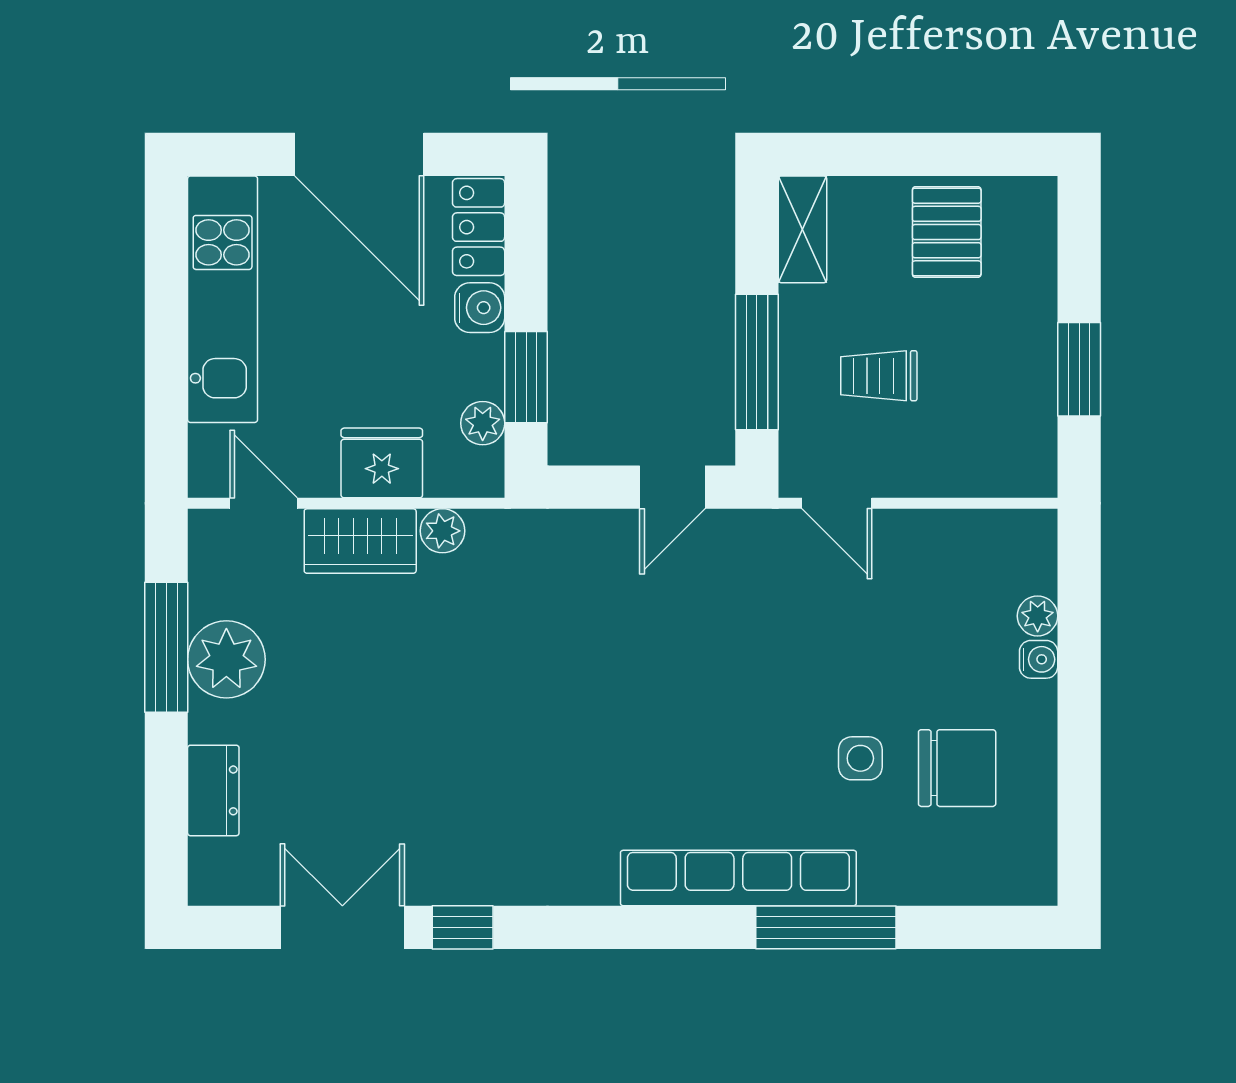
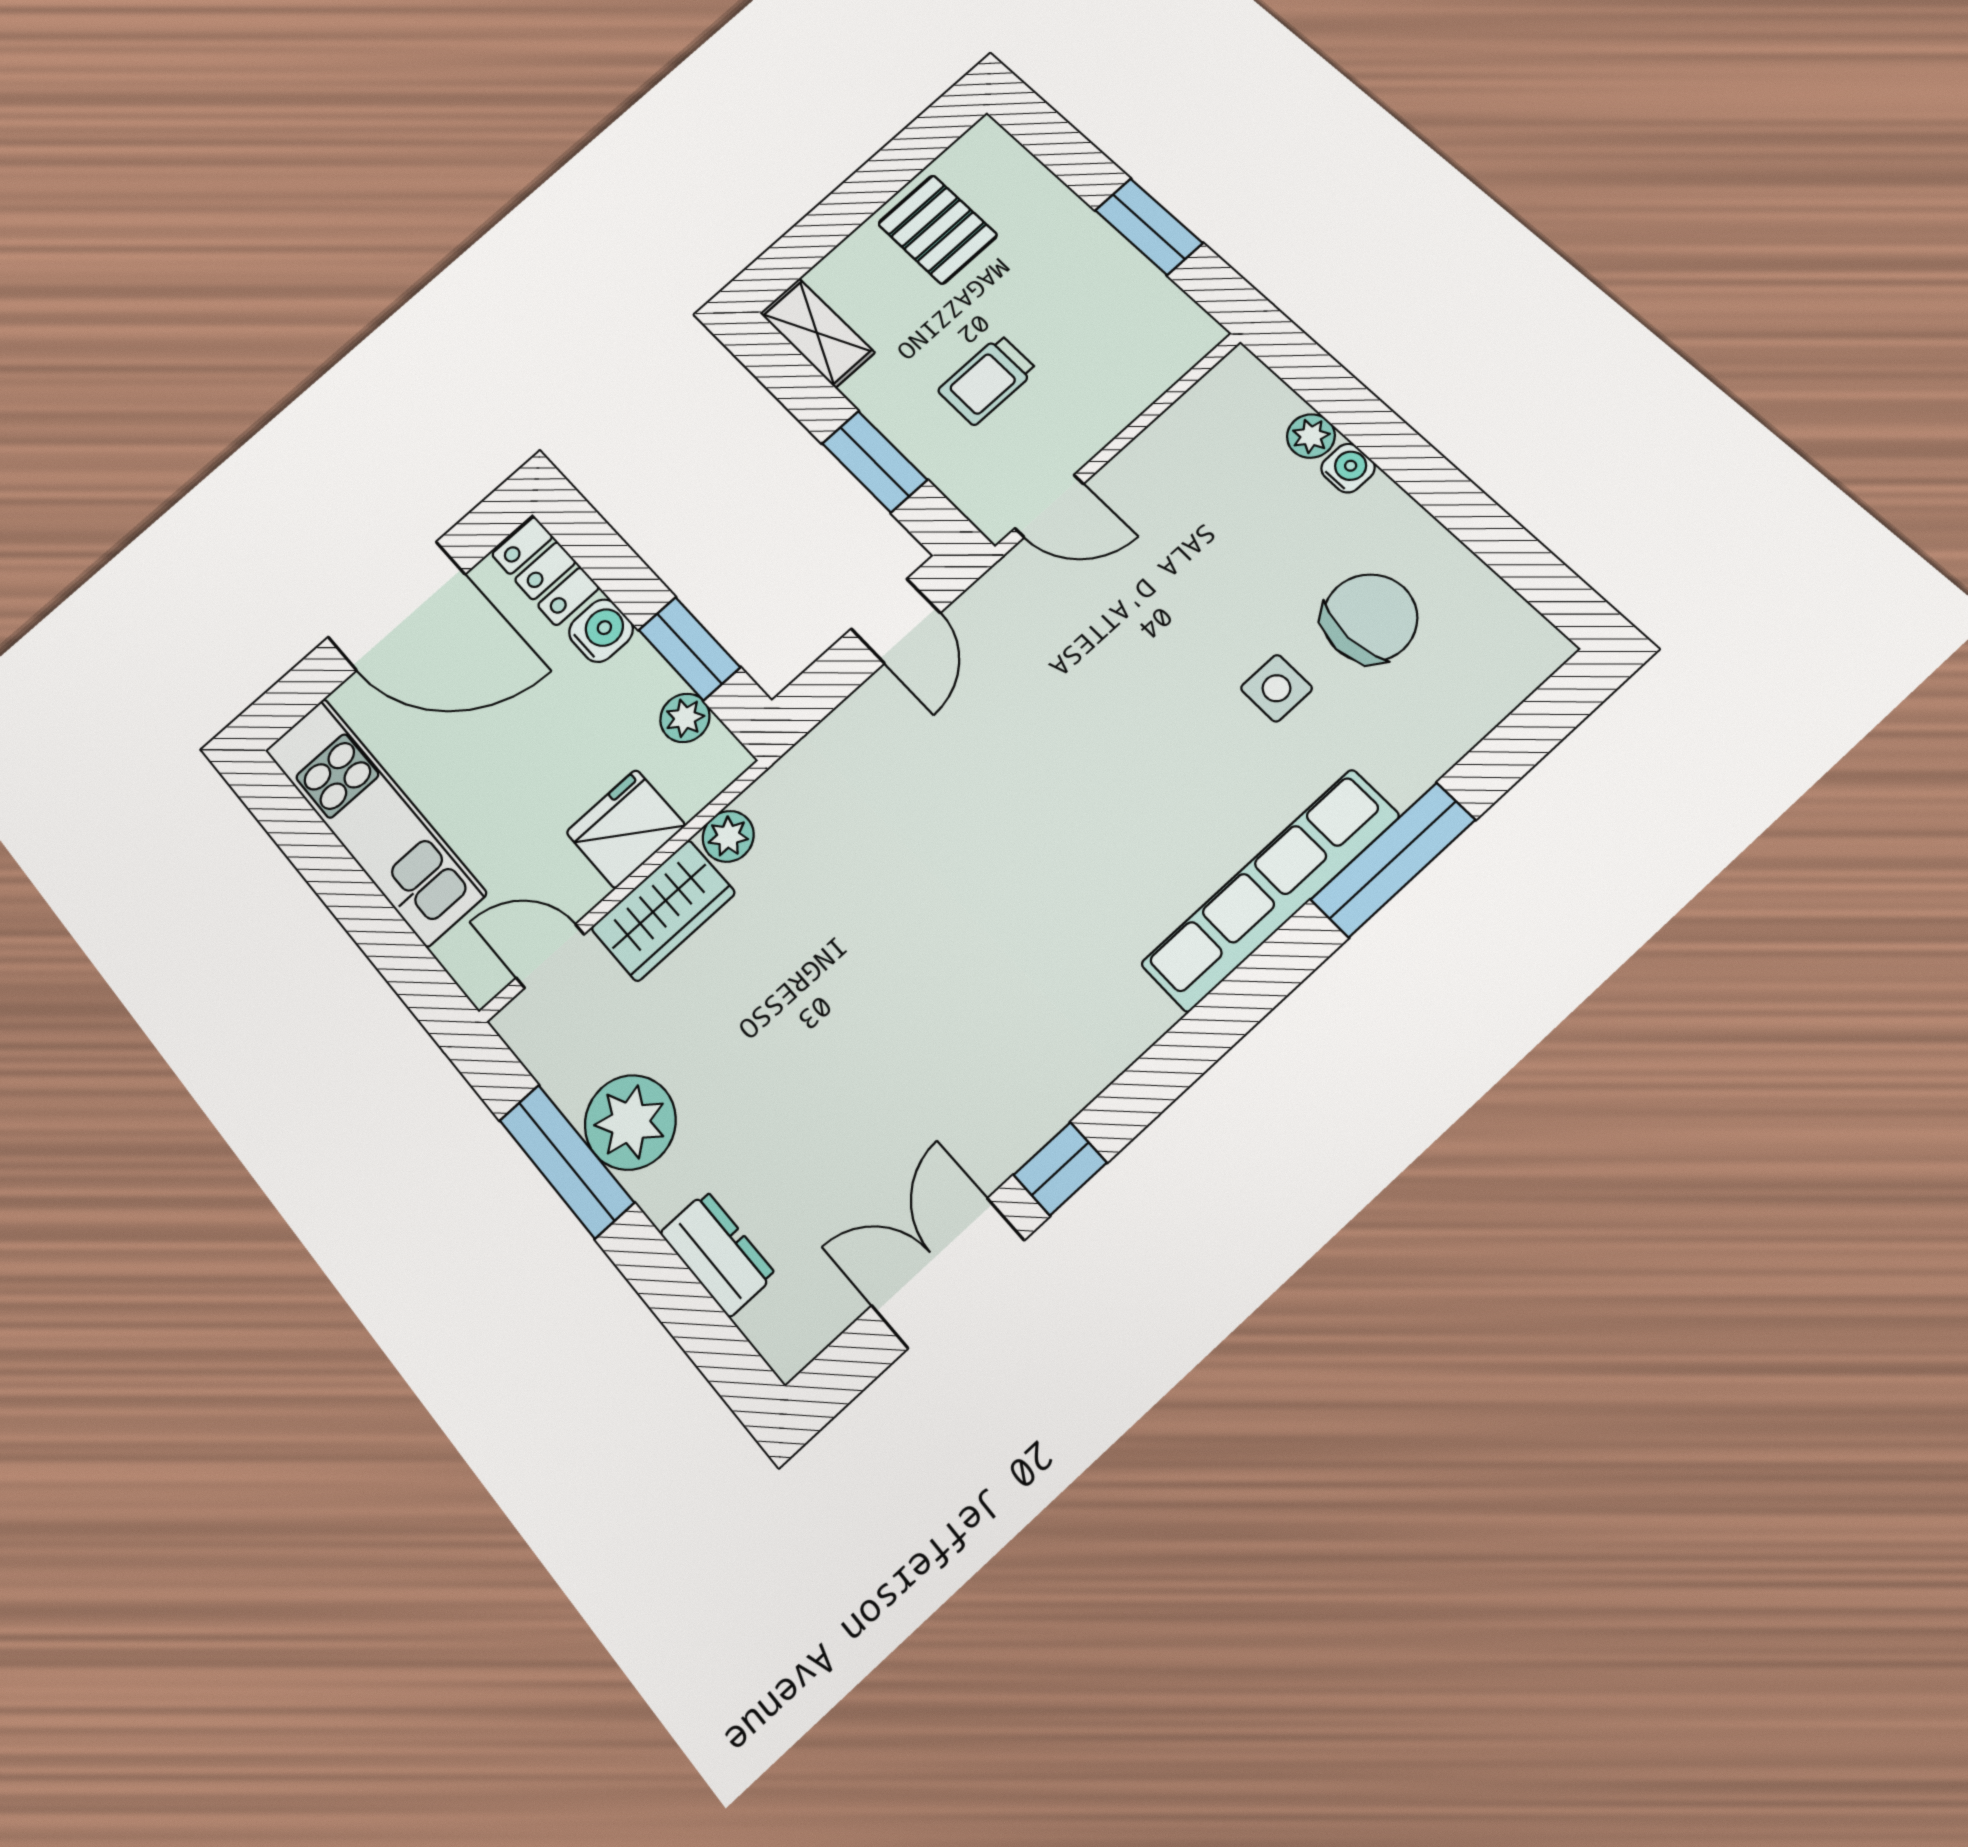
window: (757, 362) -> (875, 462), width x0.69

